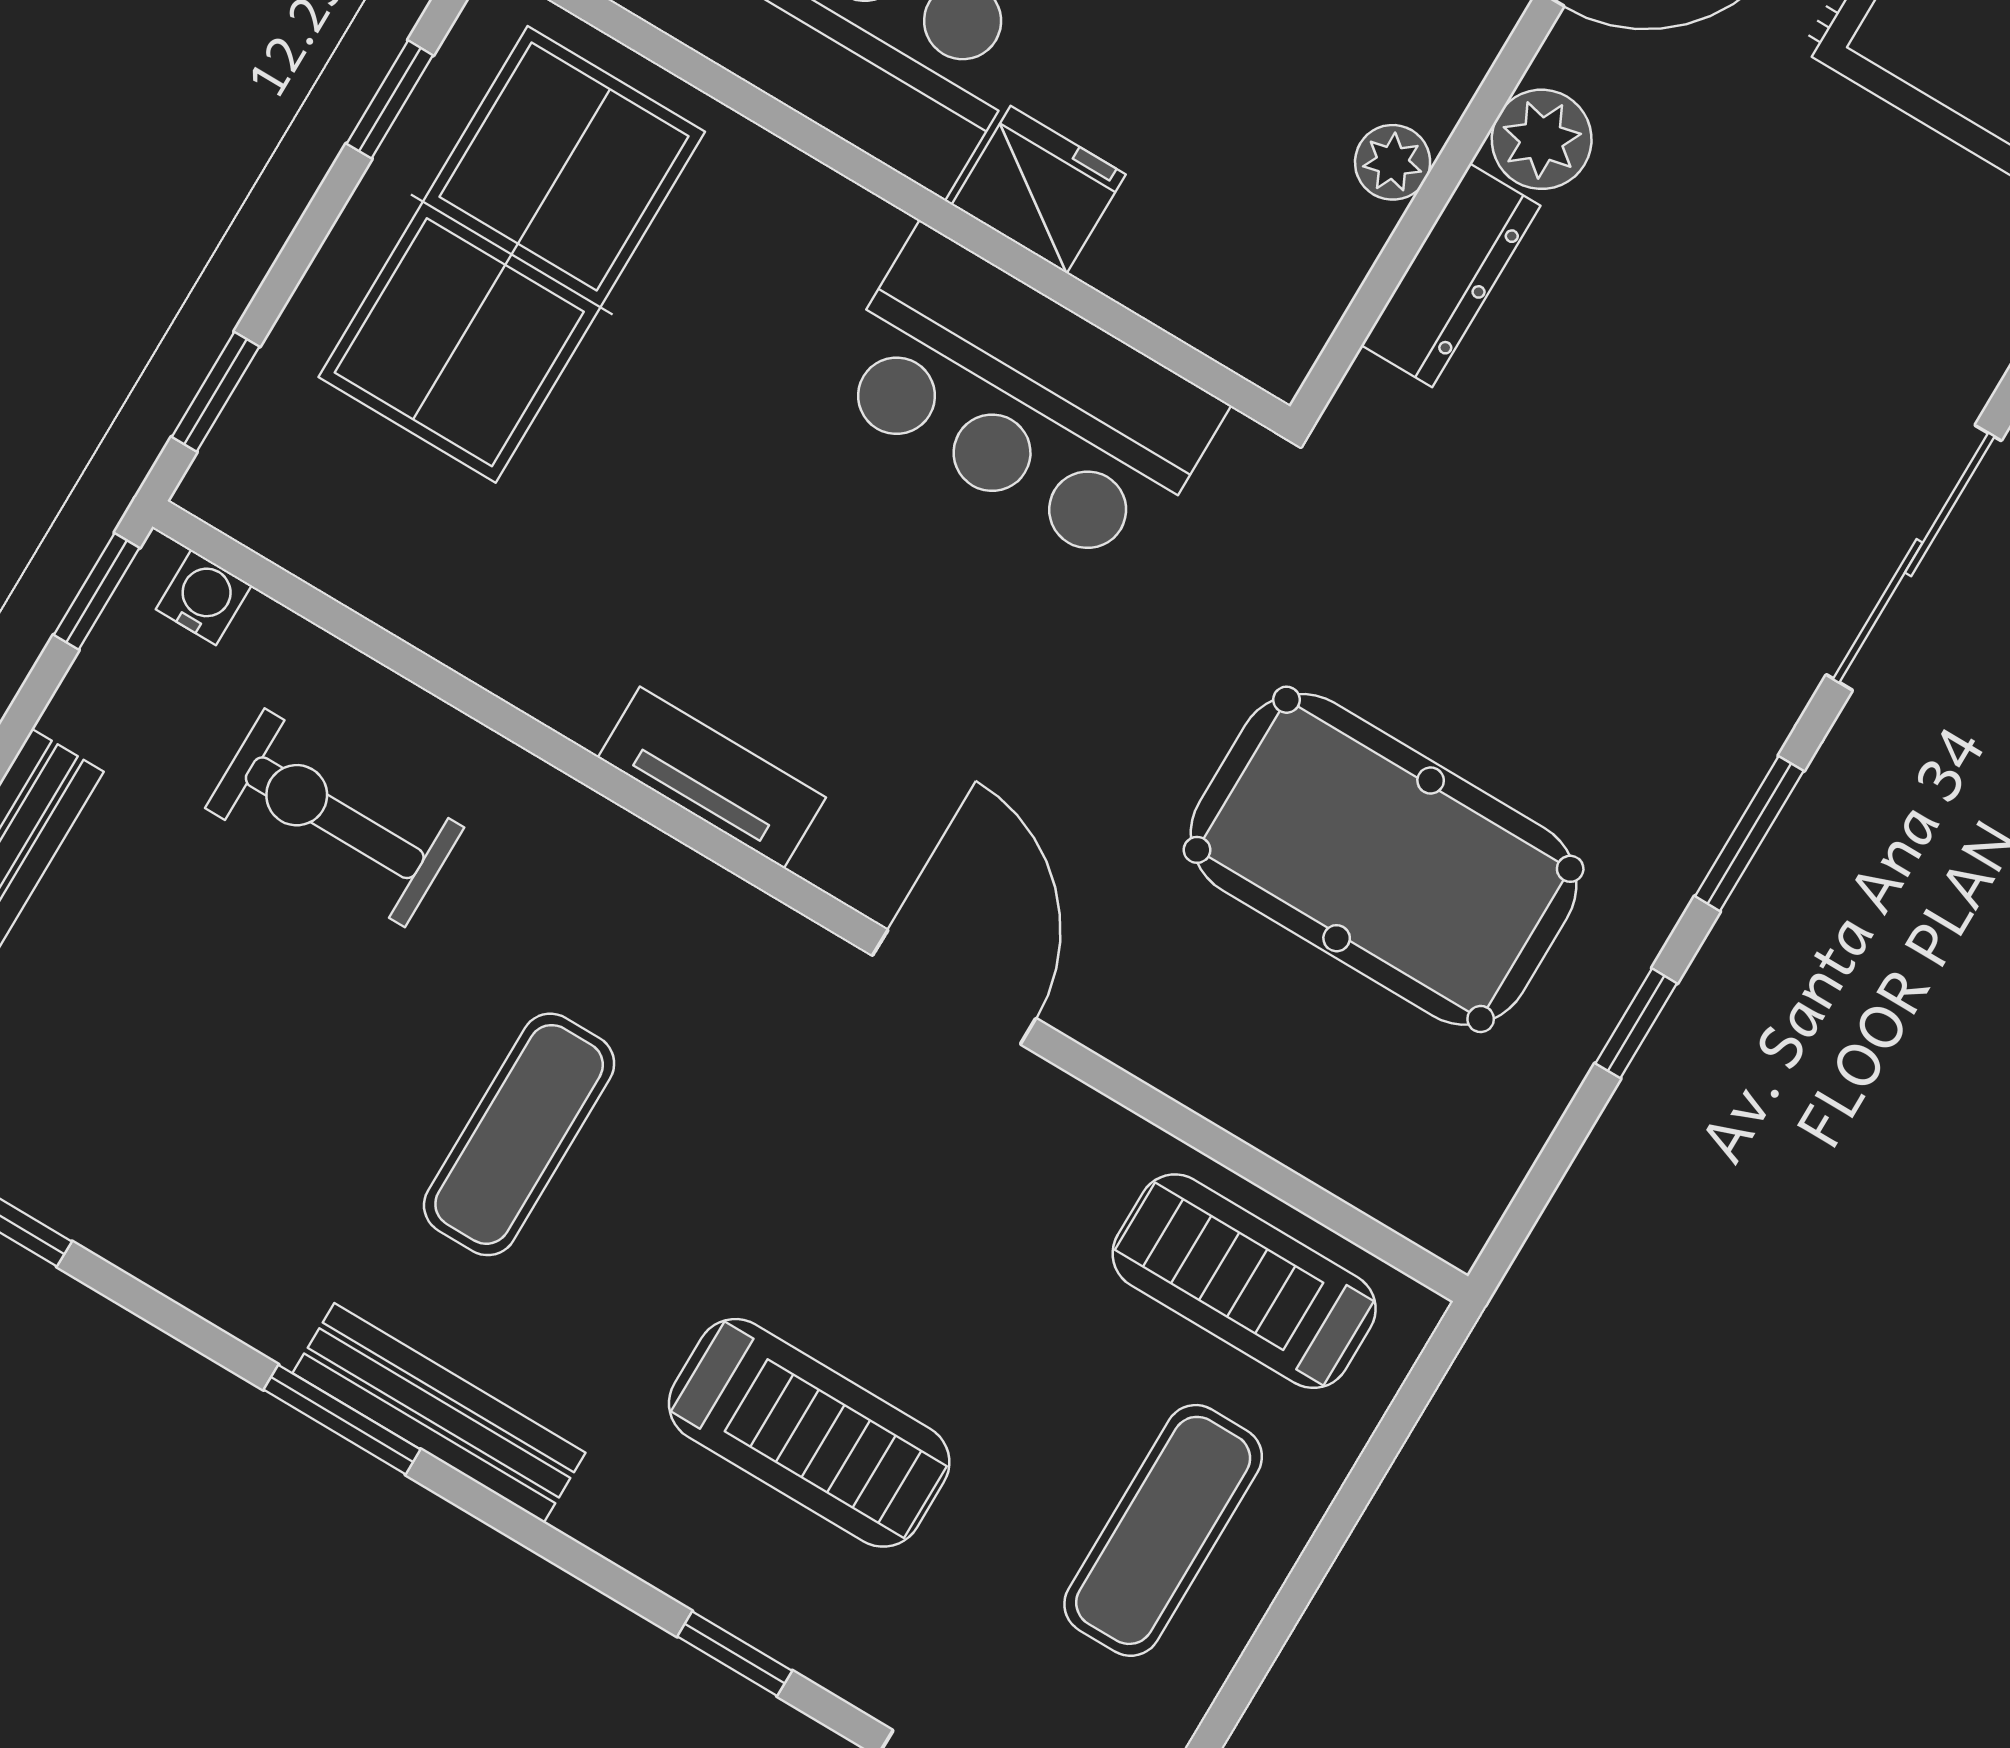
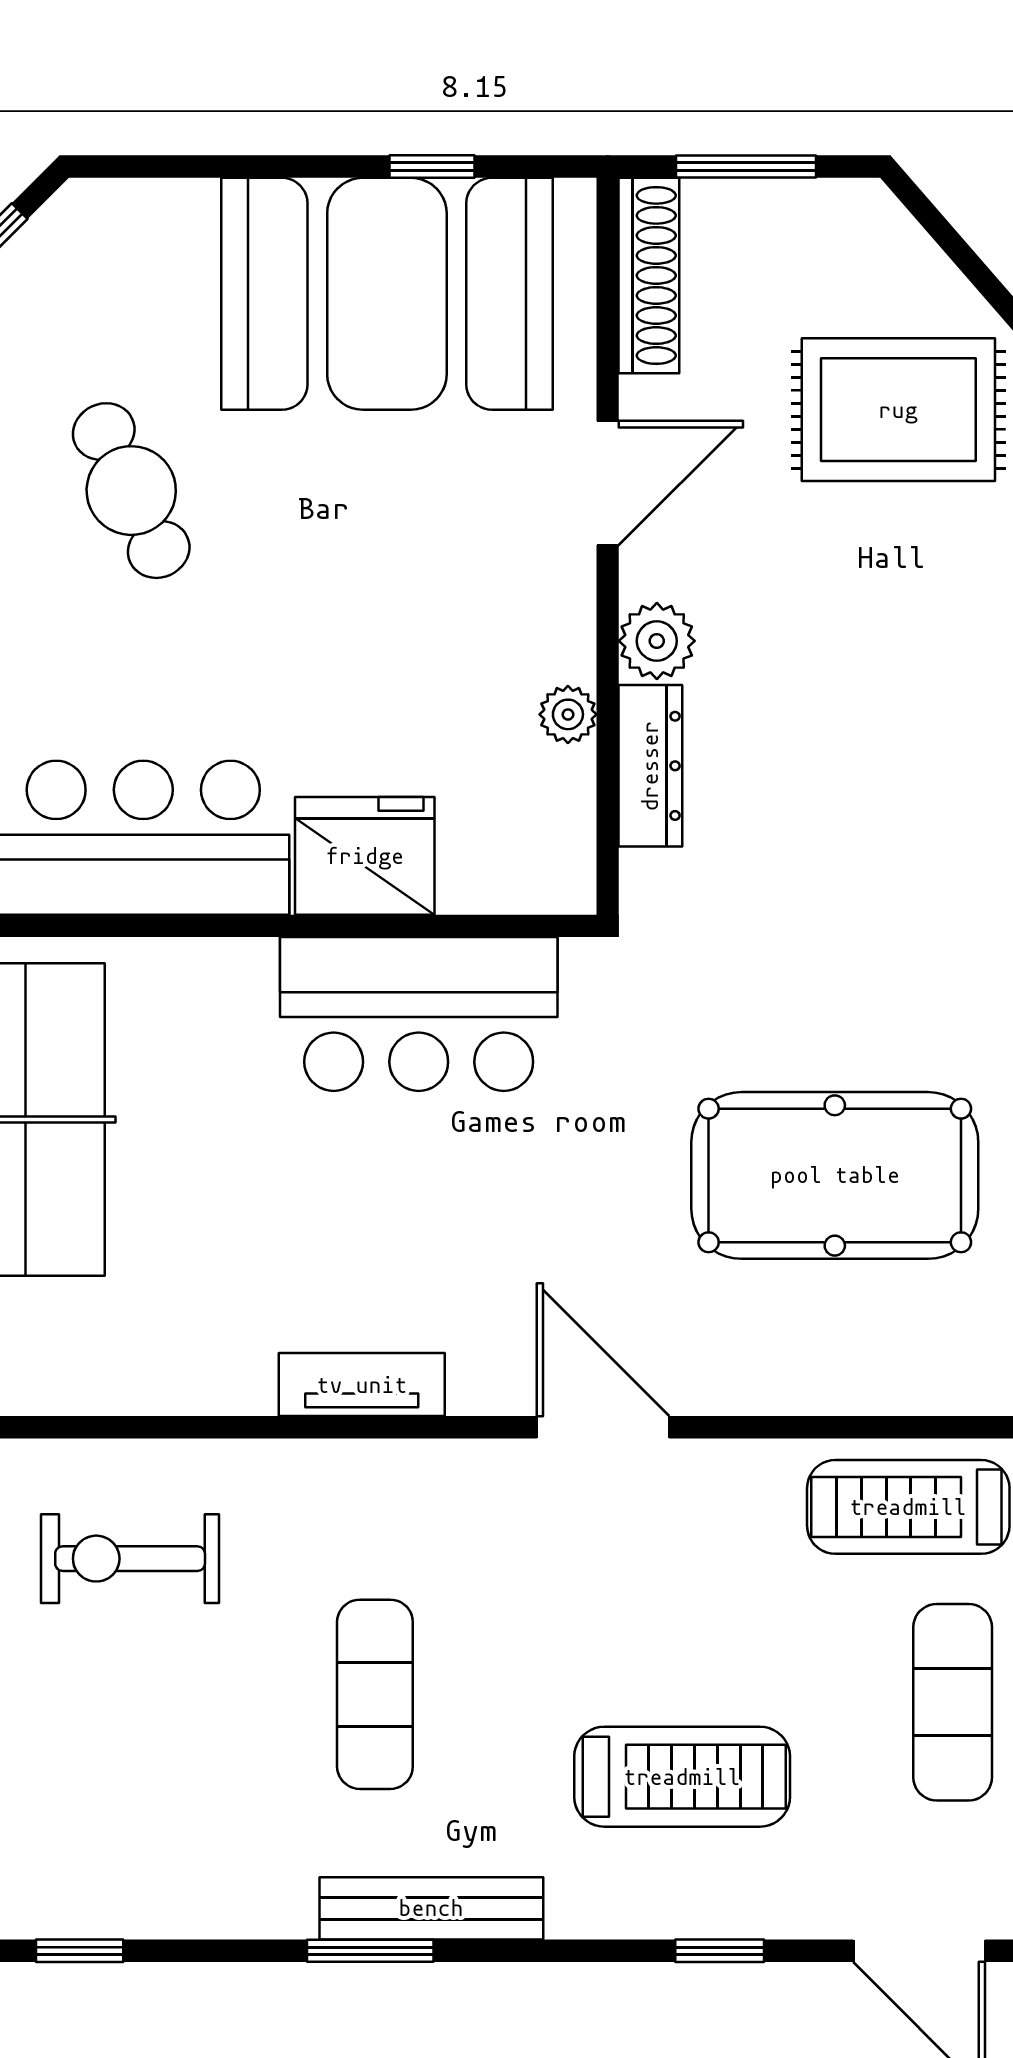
fridge: (1039, 190) -> (365, 856), width x1.36, depth x1.34

